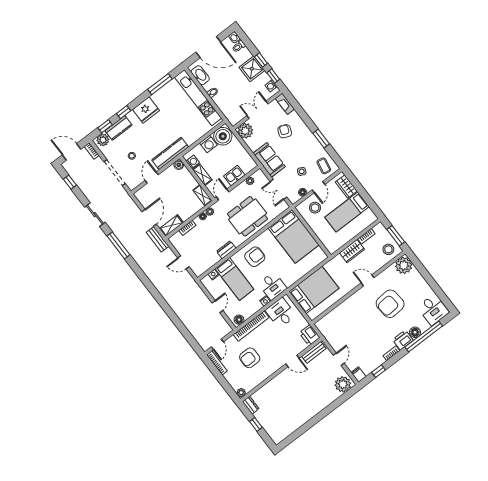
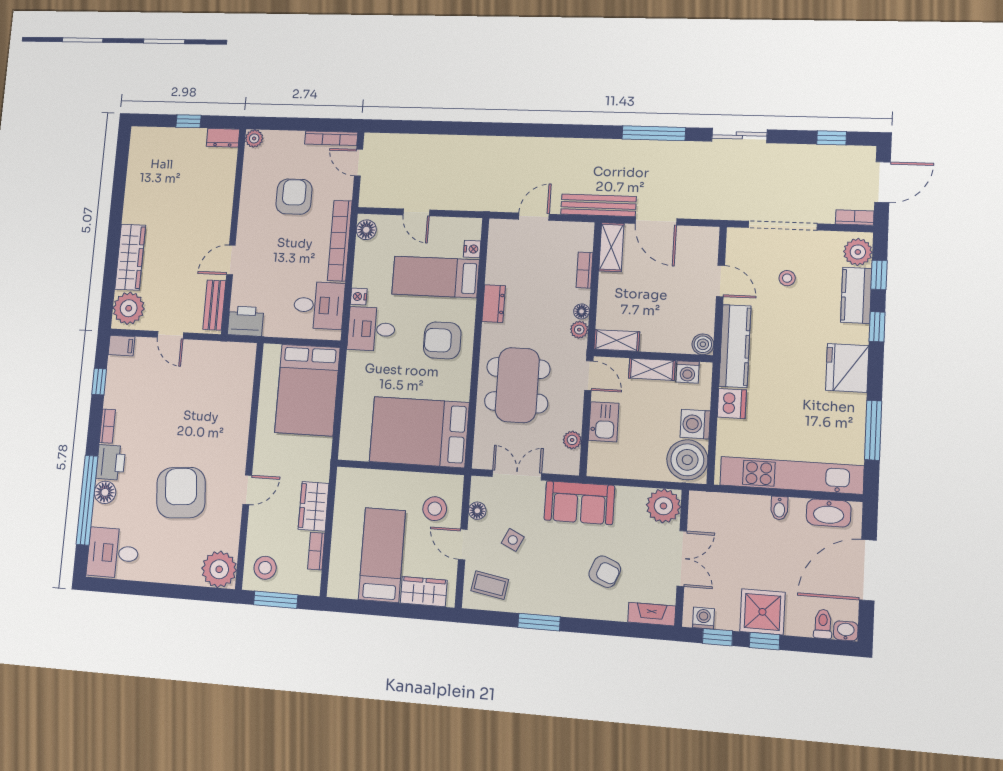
dishwasher: (191, 138) -> (732, 404), added
bench: (158, 239) -> (598, 205), width x1.36
armchair: (255, 257) -> (442, 340), turned 90
wardrobe: (324, 401) -> (130, 257), added

